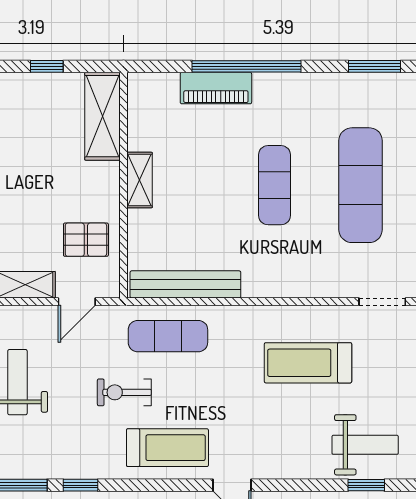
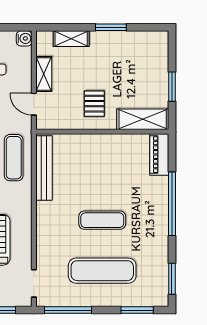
window: (47, 66) -> (172, 87), width x1.50
piano: (216, 88) -> (159, 155), moved
shelving: (140, 180) -> (105, 141), removed
pallet: (86, 240) -> (94, 104), moved

